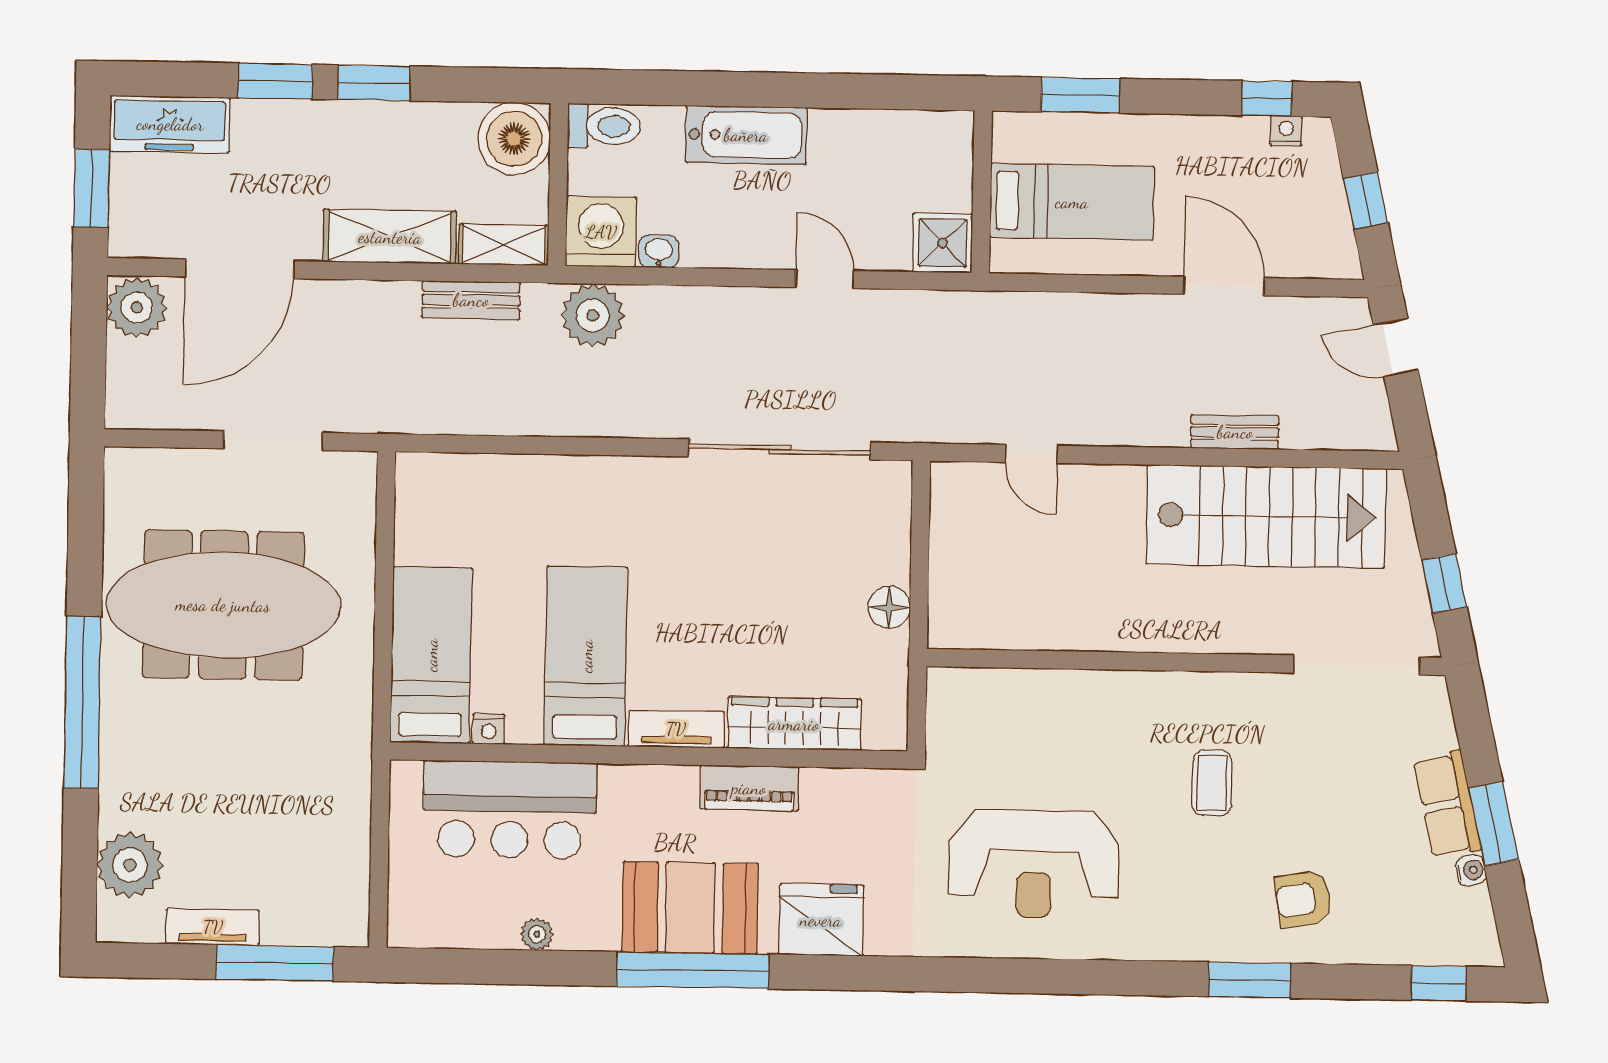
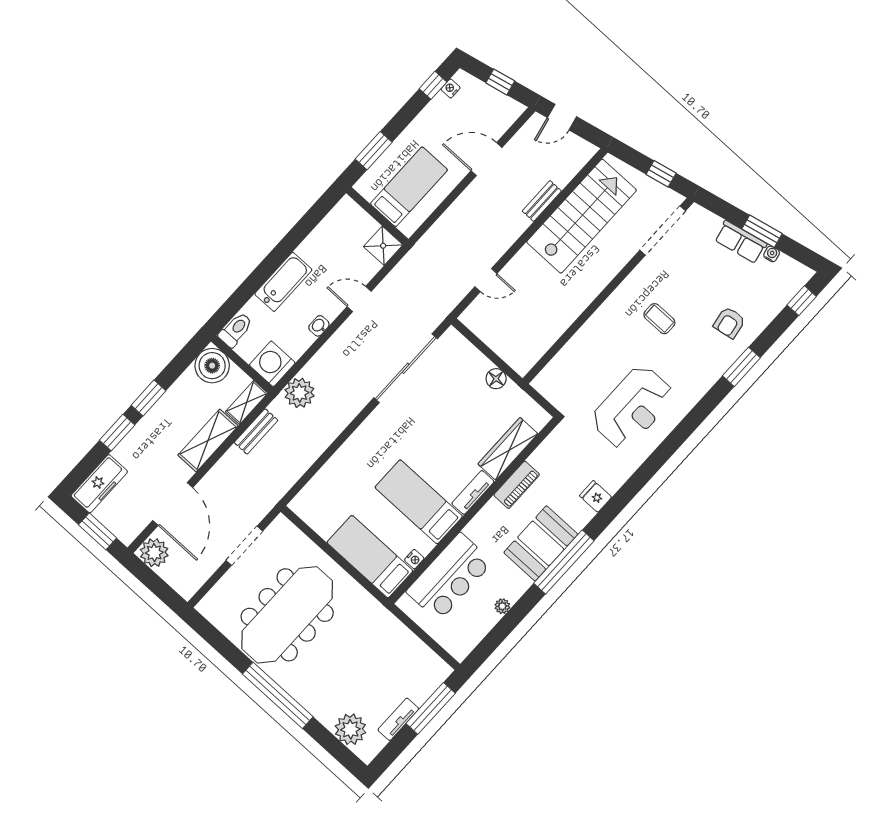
washbasin: (659, 252) -> (319, 326), moved
fridge: (821, 920) -> (596, 496), width x0.53, depth x0.75

